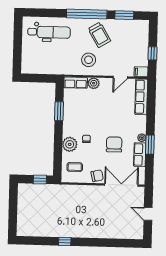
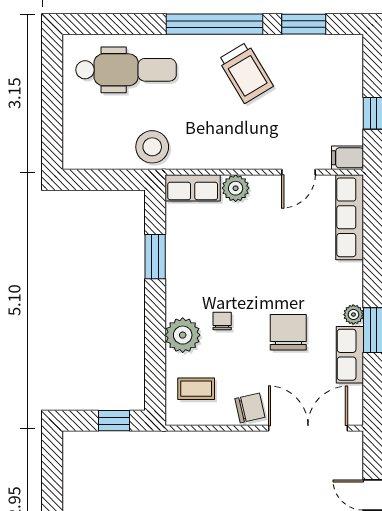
stool: (89, 60) -> (152, 147), moved

